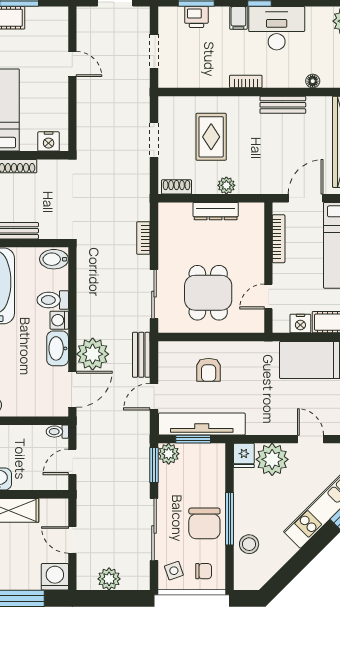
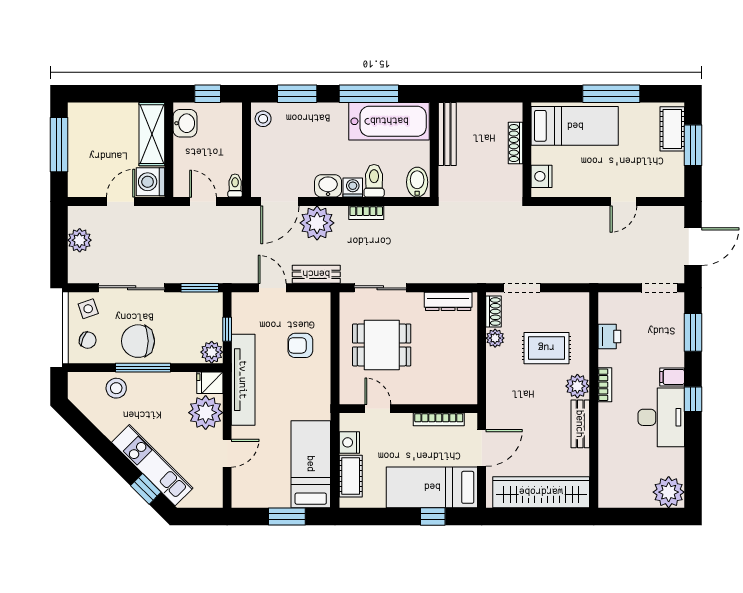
printer: (196, 17) -> (609, 336), moved, turned 180
doorway: (154, 51) -> (659, 288), moved
floor lamp: (313, 81) -> (605, 455), removed
plant: (247, 107) -> (577, 386), added
doorway: (154, 140) -> (522, 288), moved
plant: (226, 185) -> (495, 338), moved
door: (306, 198) -> (482, 448), hinge flipped
dresser: (216, 211) -> (448, 301), moved, turned -90
bookcase: (143, 238) -> (366, 213), moved, turned 180
washbasin: (58, 348) -> (328, 186), width x0.72
door: (72, 389) -> (280, 202), hinge flipped
tv unit: (202, 424) -> (243, 380), moved
window: (193, 439) -> (227, 329), width x0.67
plant: (169, 454) -> (212, 352), moved
chair: (204, 571) -> (88, 340), turned -67
washing machine: (55, 577) -> (150, 182), moved, turned 180

